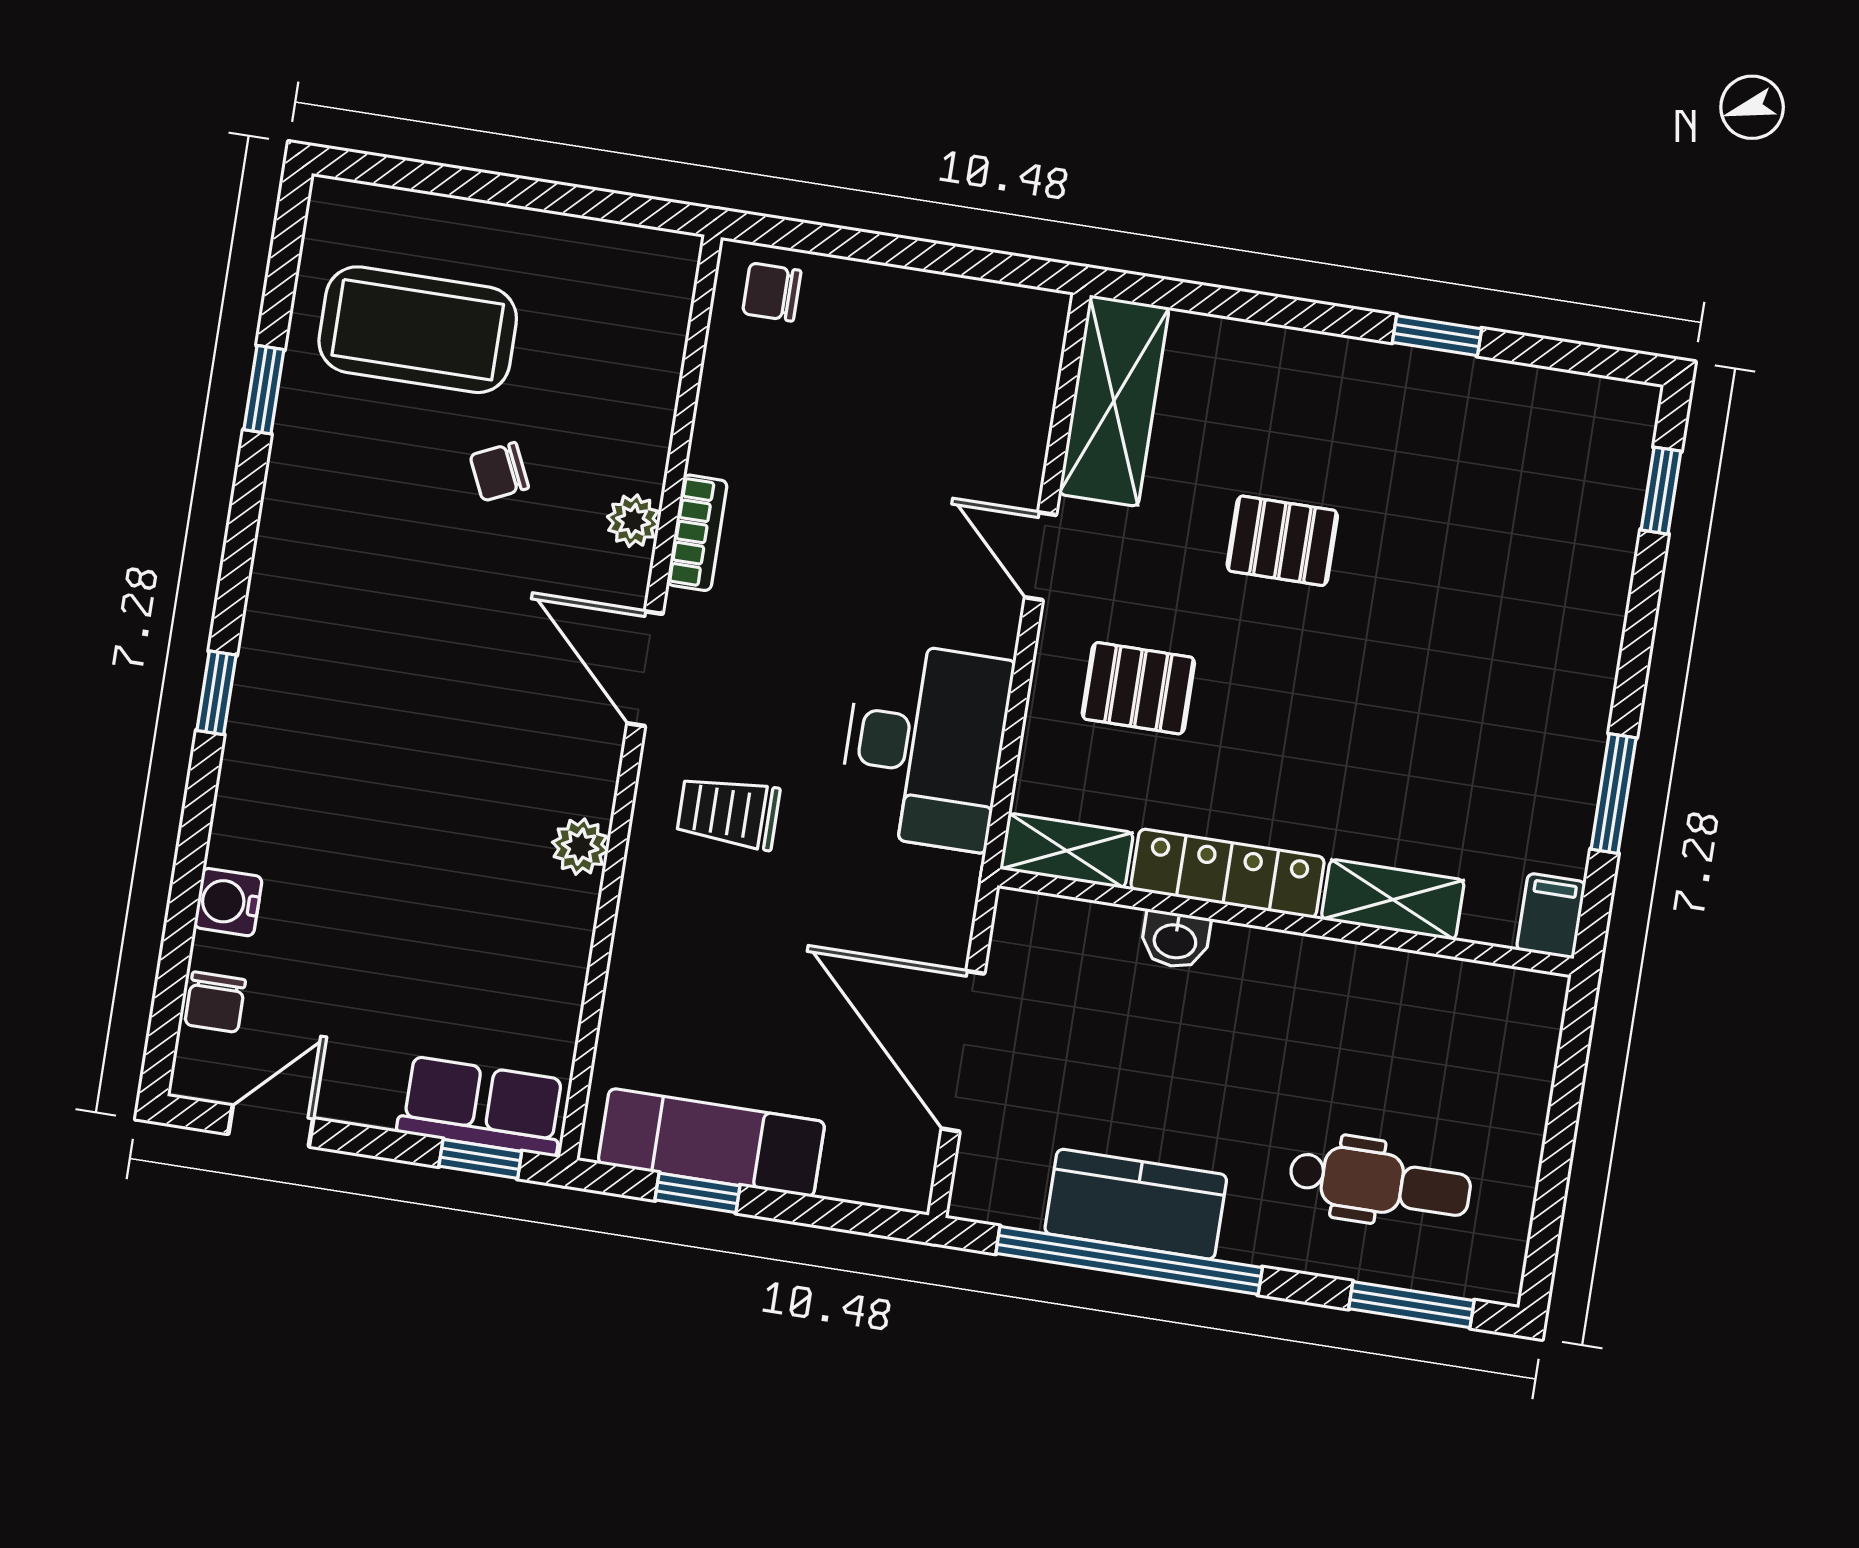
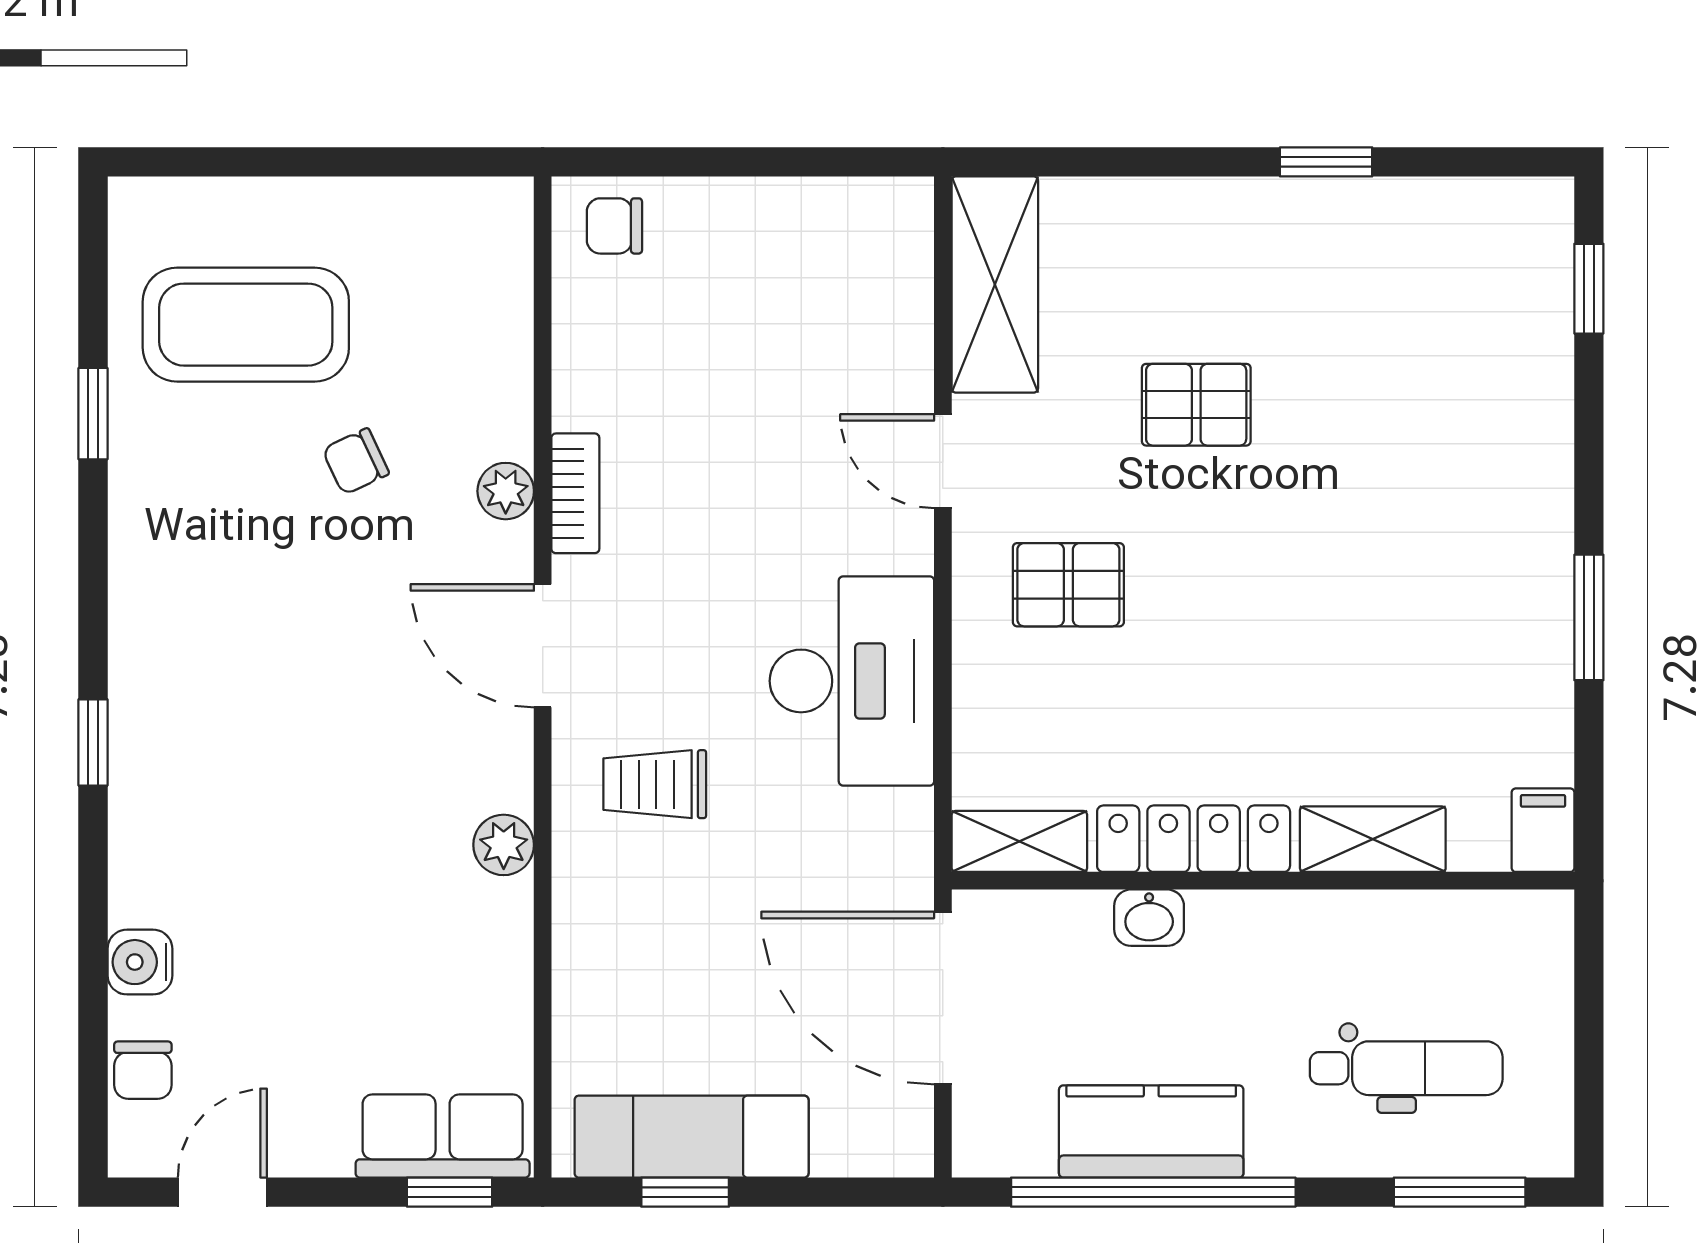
shelving: (1067, 851) -> (1019, 841), moved
locker: (1228, 873) -> (1194, 839), moved
shelving: (1393, 900) -> (1373, 839), moved
filing cabinet: (1551, 916) -> (1543, 830), moved
wall: (1286, 922) -> (1263, 881), moved
washbasin: (1175, 940) -> (1149, 918), moved

